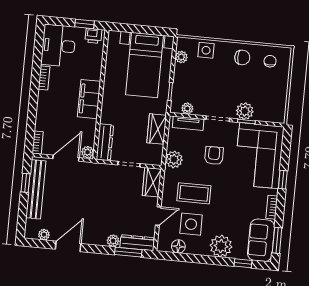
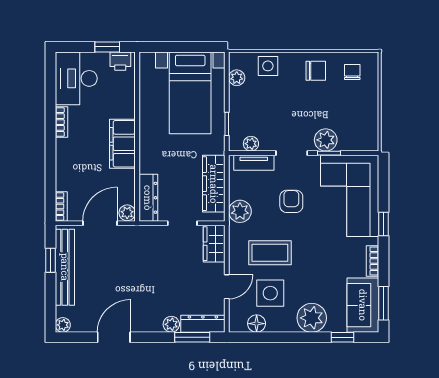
wardrobe: (157, 129) -> (214, 184), width x1.50
plant: (44, 235) -> (63, 325), moved

